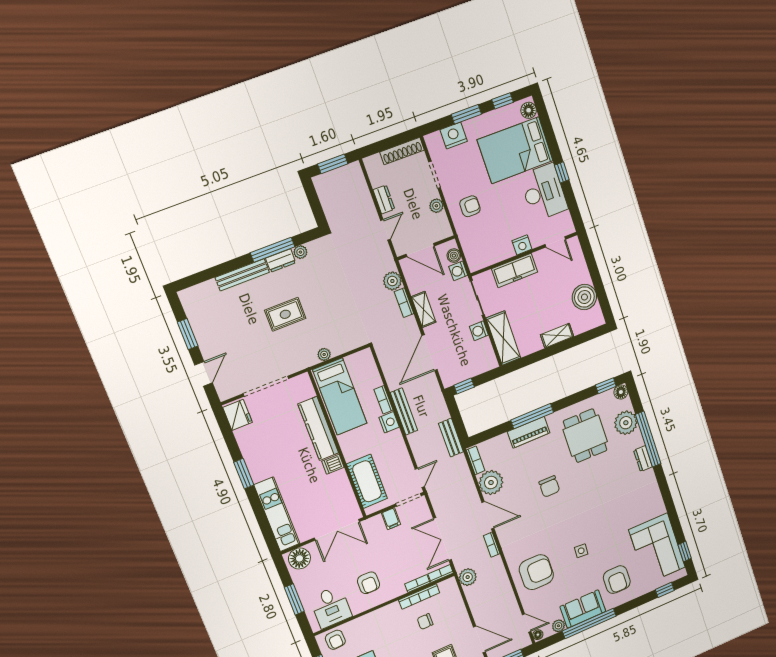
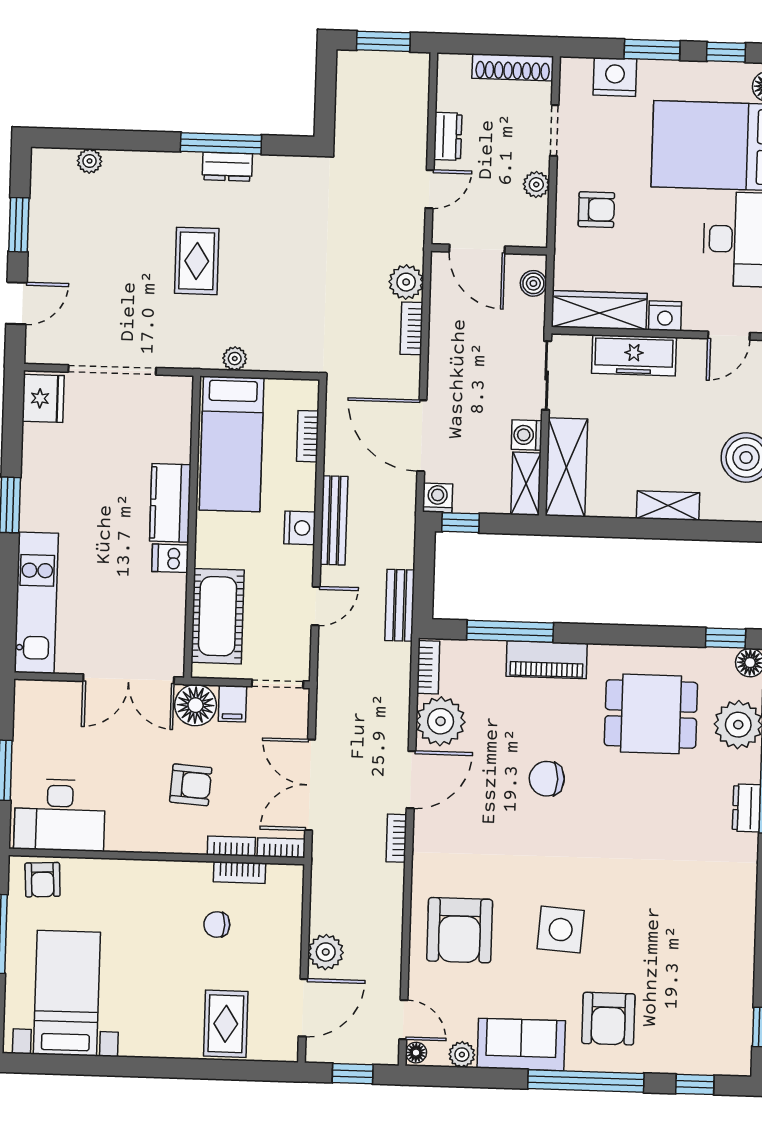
door: (555, 242) -> (729, 336), hinge flipped
plant: (300, 252) -> (90, 161), moved
wardrobe: (490, 255) -> (599, 310), added
washing machine: (458, 271) -> (438, 498), moved, turned 90
bench: (242, 275) -> (152, 164), removed
shelving: (424, 309) -> (526, 484), moved
rug: (285, 314) -> (197, 261), turned 90
door: (430, 353) -> (422, 436), hinge flipped
bookcase: (384, 400) -> (308, 436), moved
window: (532, 416) -> (510, 631), moved
kitchen counter: (318, 429) -> (170, 503), width x0.67
dining table: (585, 436) -> (651, 714), turned 90
door: (420, 478) -> (316, 606), moved
chair: (549, 486) -> (547, 779), turned 90
door: (488, 515) -> (411, 780), hinge flipped
corner sofa: (657, 548) -> (710, 995), removed
side table: (581, 551) -> (561, 930), width x1.87, depth x1.87
floor lamp: (299, 558) -> (196, 705), moved
armchair: (536, 572) -> (460, 930), turned 90
plant: (468, 577) -> (326, 952), moved
armchair: (369, 583) -> (191, 785), moved, turned -86
bookcase: (419, 596) -> (240, 872), width x0.64
desk: (331, 607) -> (60, 815), width x1.37
window: (589, 623) -> (586, 1081), moved
door: (479, 639) -> (303, 1008), hinge flipped

